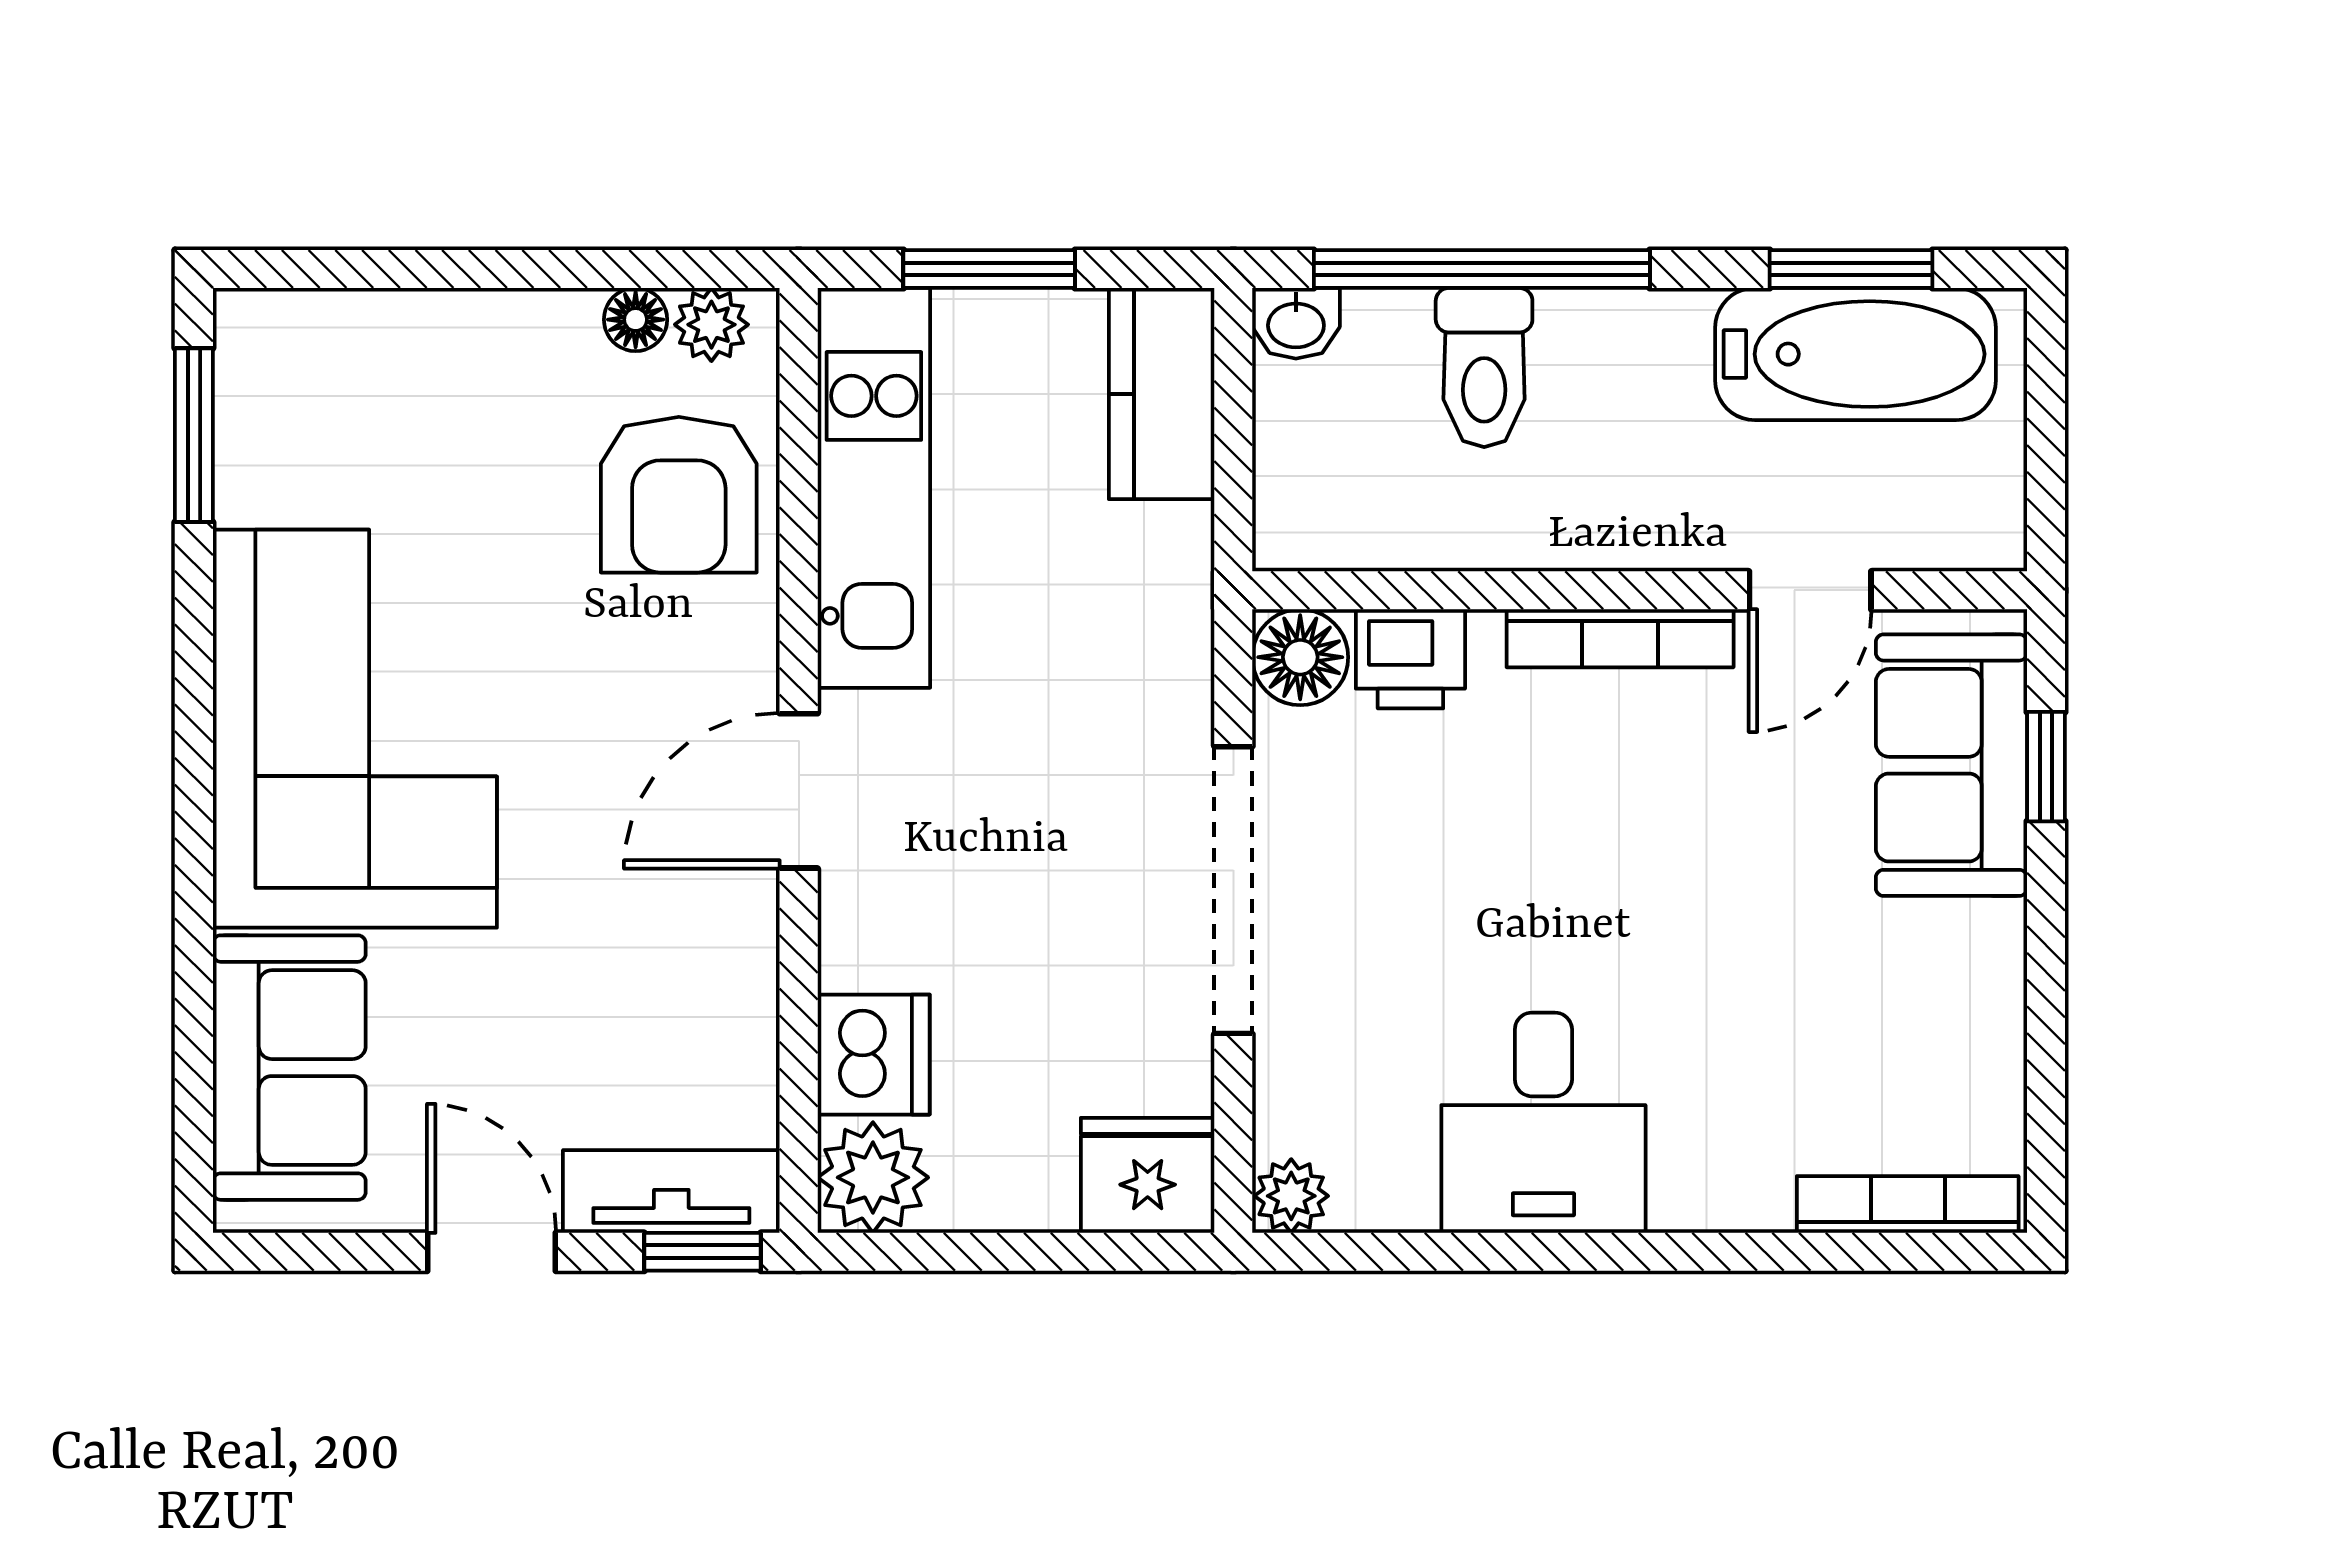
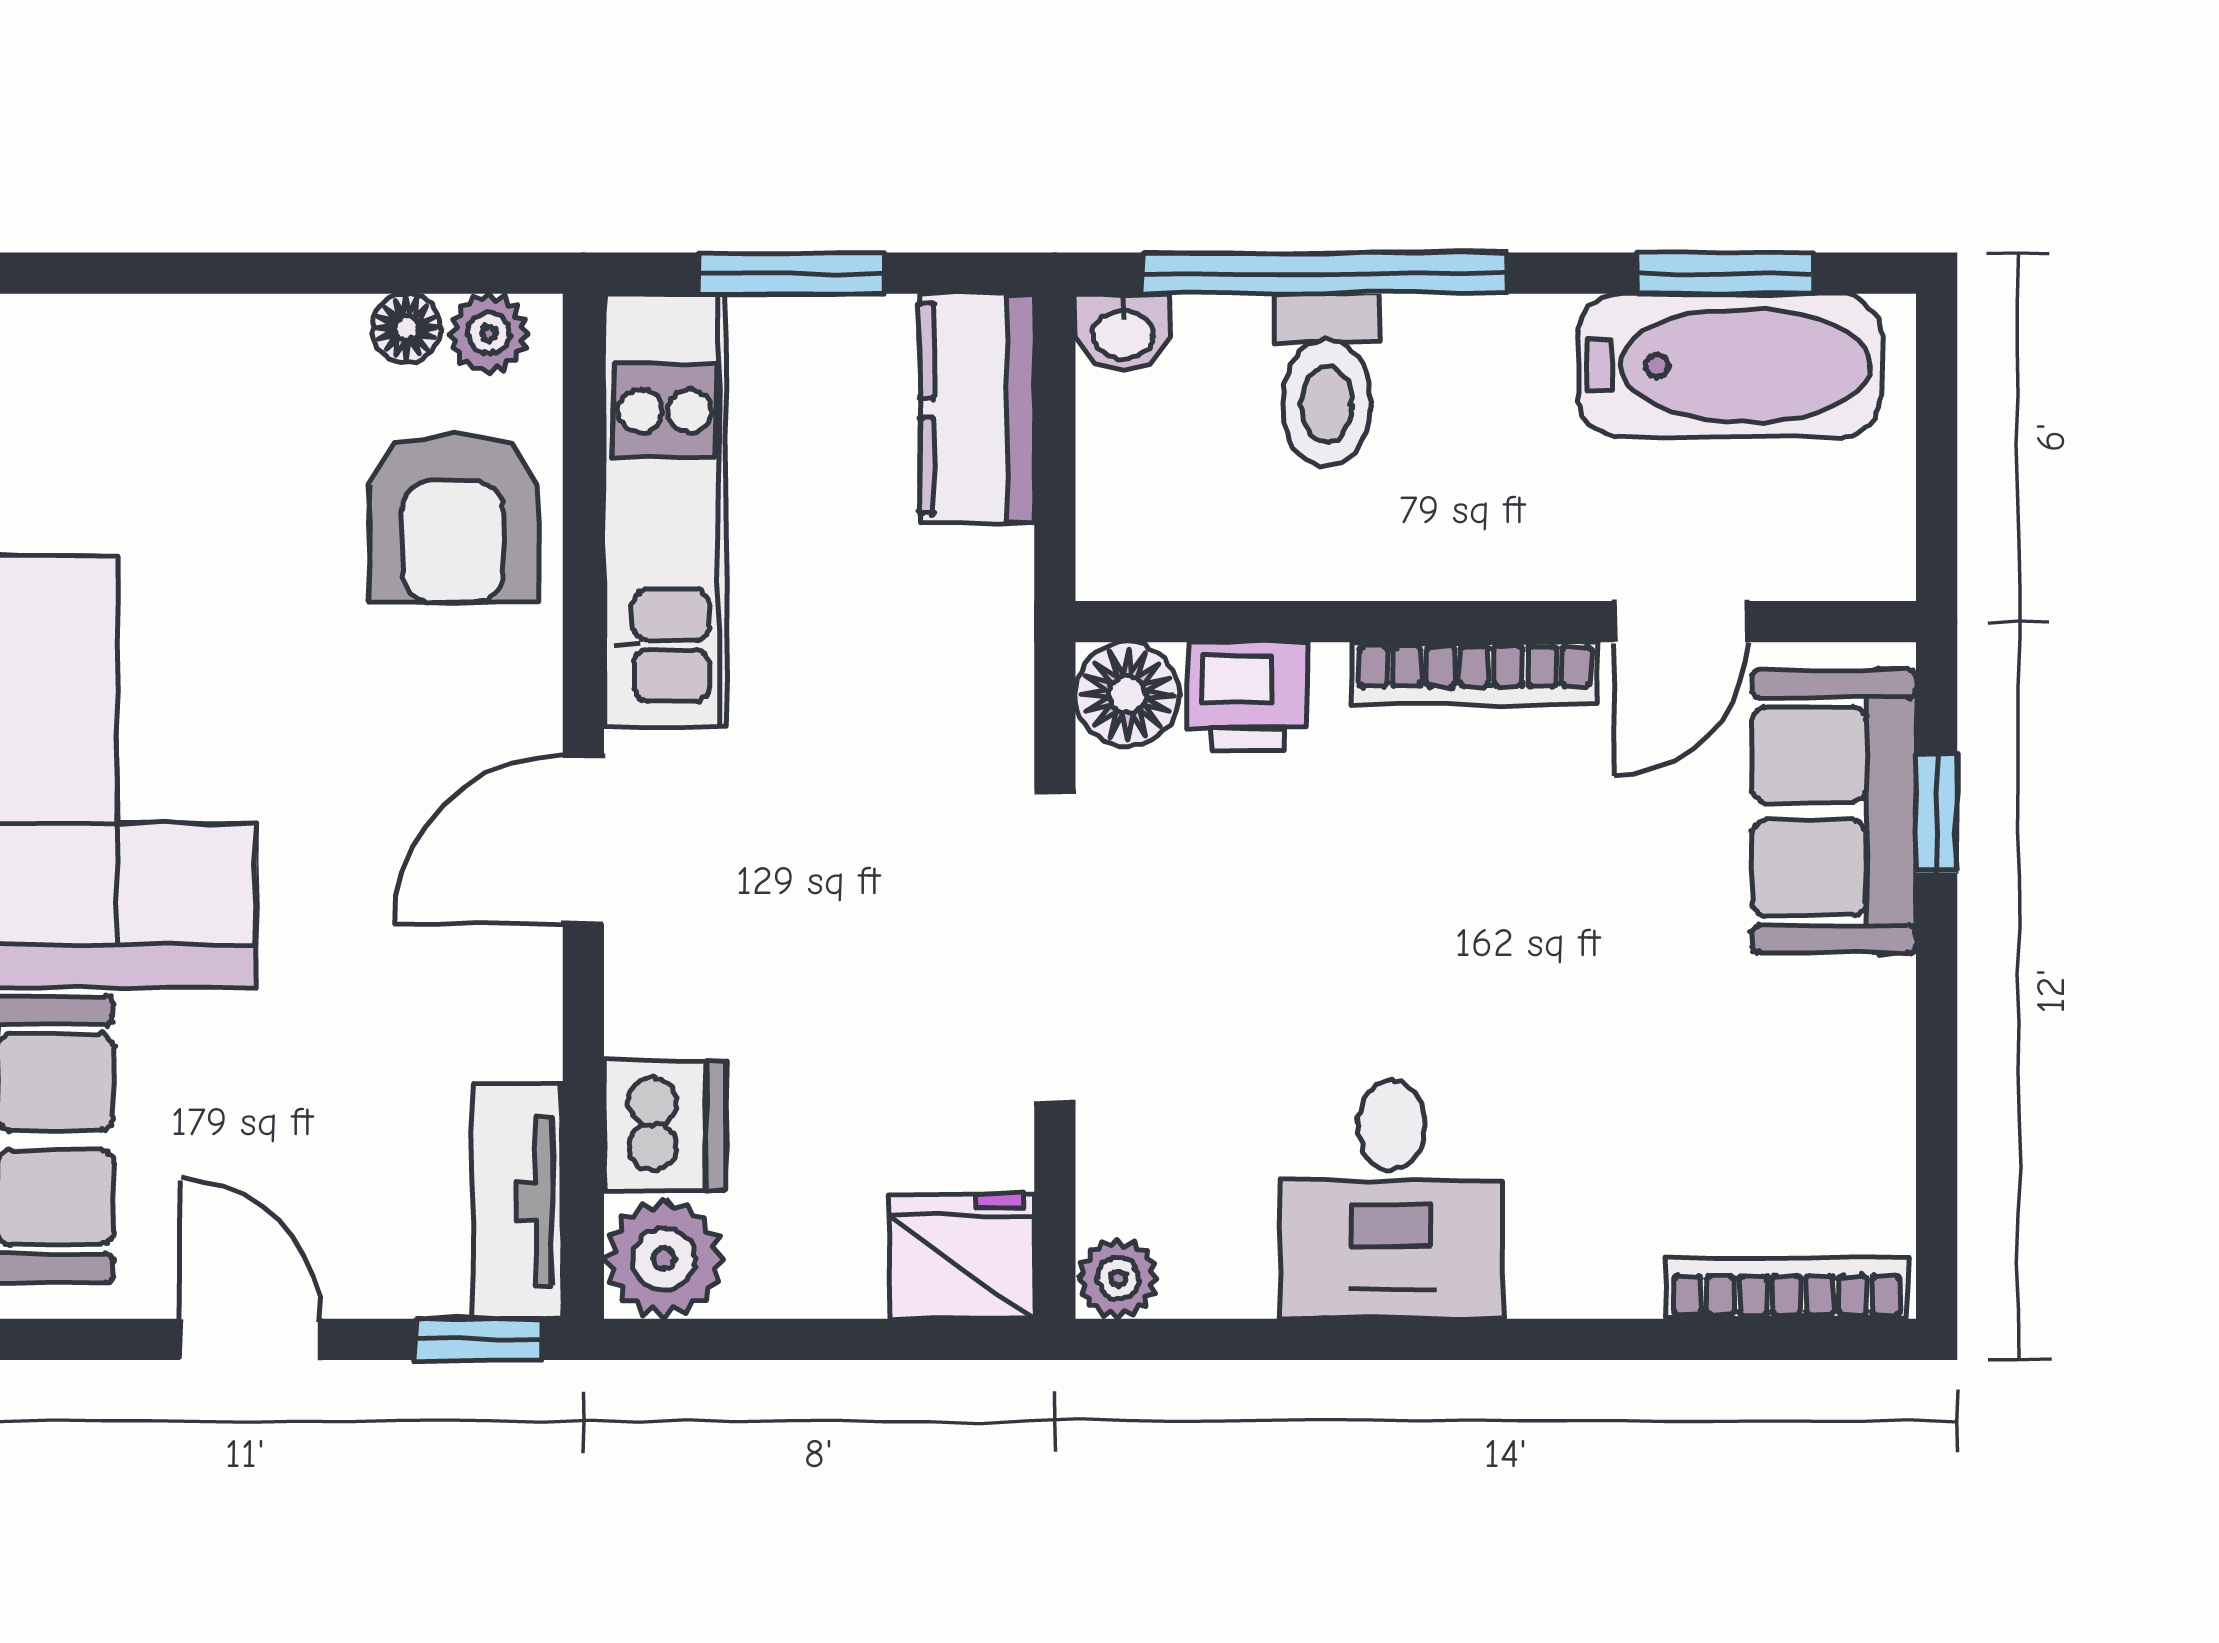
tv unit: (671, 1191) -> (518, 1201), moved, turned -90

